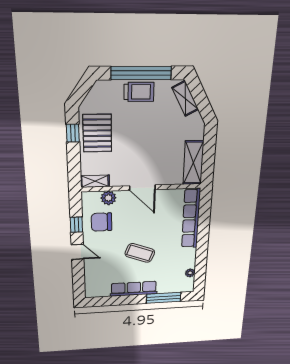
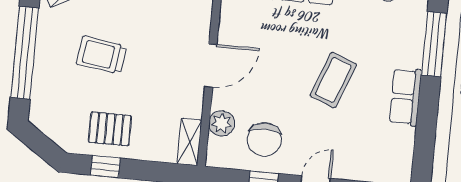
trolley: (139, 92) -> (102, 55), moved, turned -82
pallet: (97, 133) -> (110, 129), width x0.67, depth x0.71
row of seats: (134, 289) -> (406, 97), width x0.68

